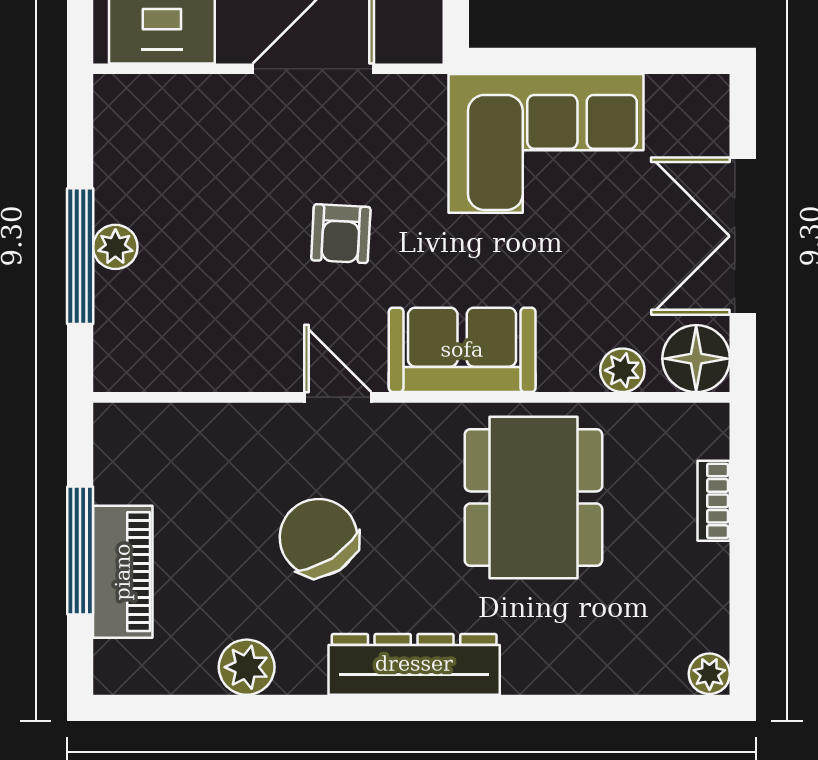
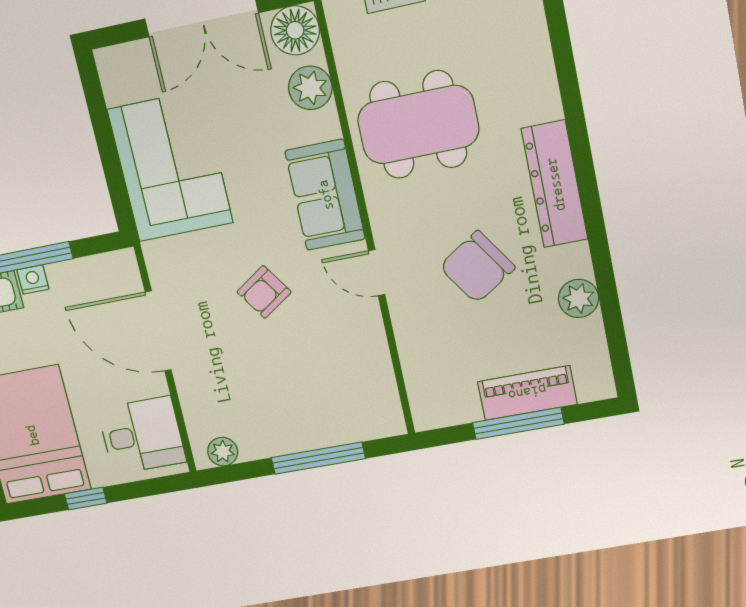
armchair: (341, 234) -> (264, 292), turned 143
plant: (115, 247) -> (223, 452), moved
plant: (622, 370) -> (310, 88), width x1.38, depth x1.38
door: (338, 397) -> (377, 273), hinge flipped

